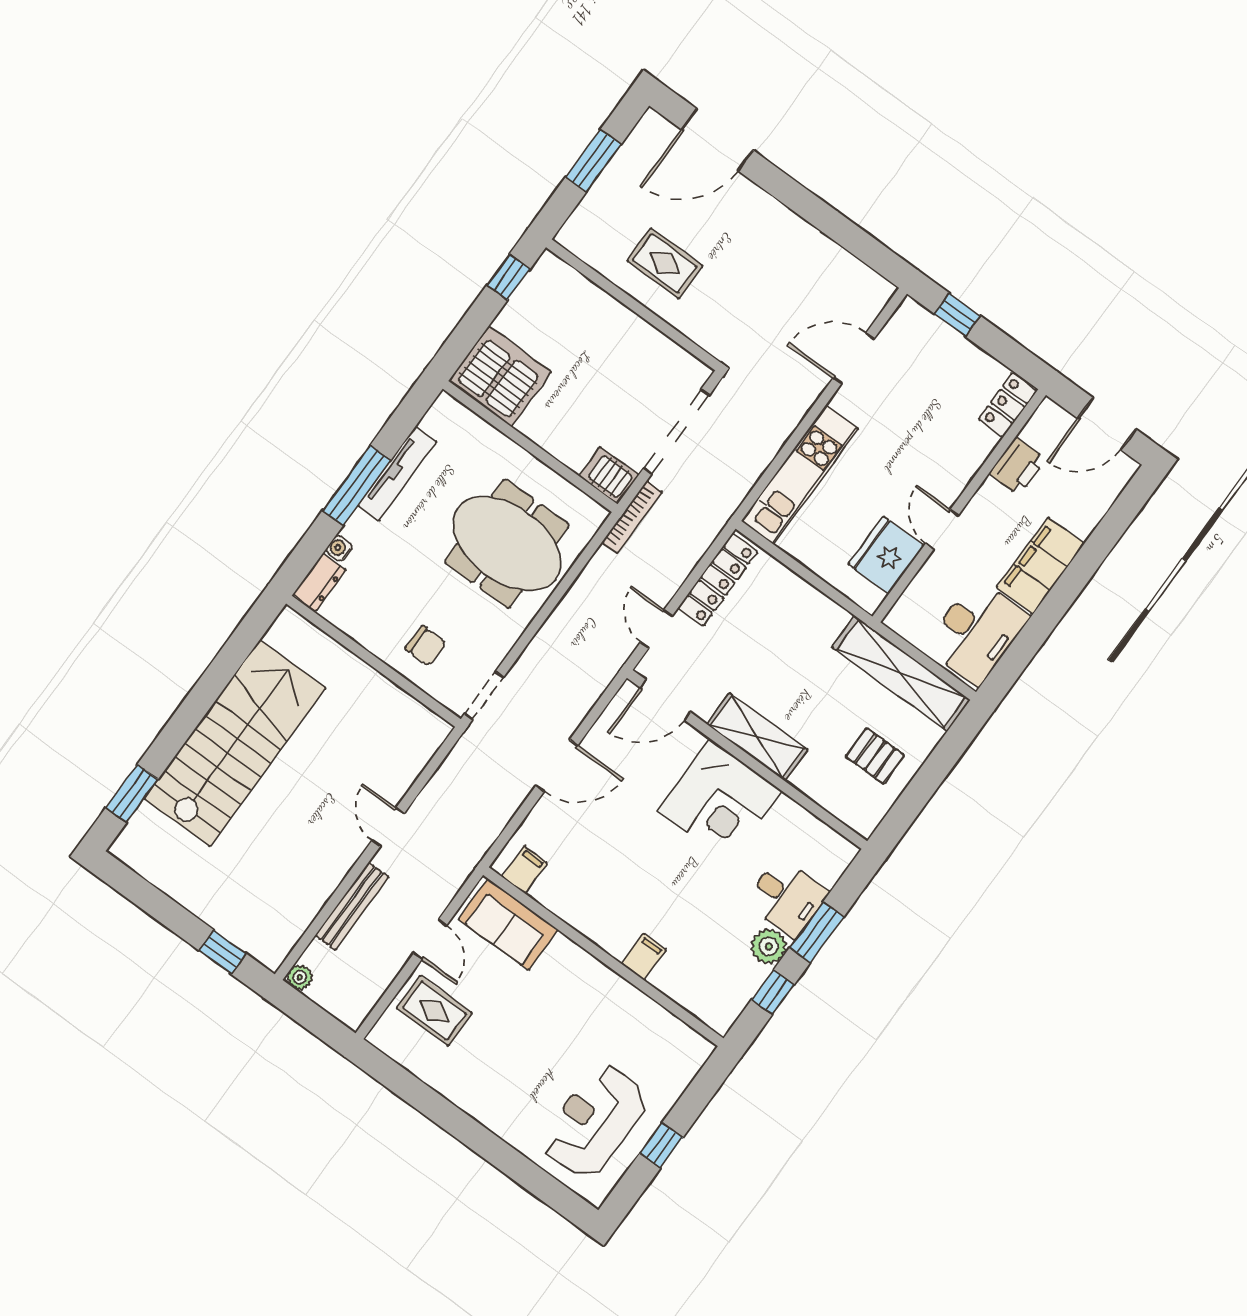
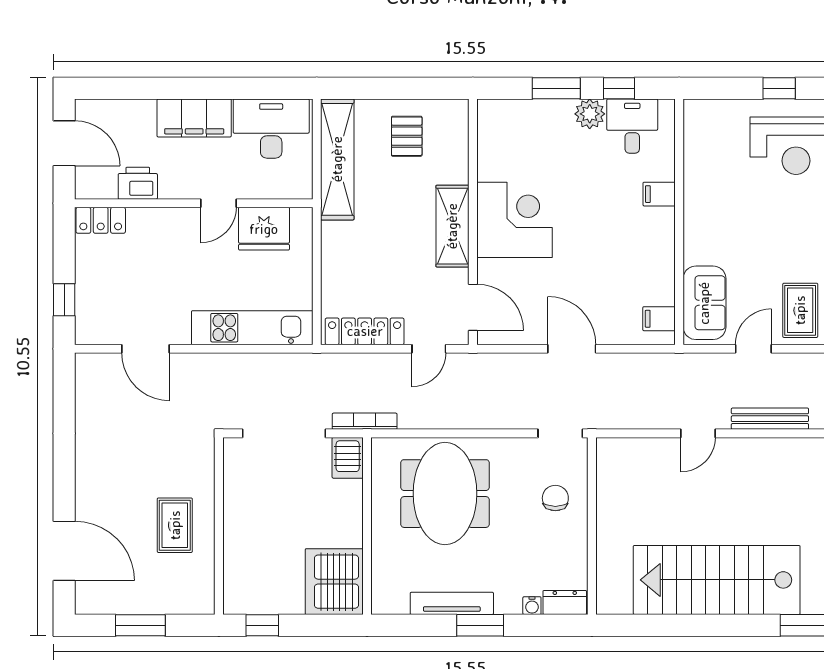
window: (357, 485) -> (480, 625), width x0.69
desk: (787, 897) -> (632, 126), moved

